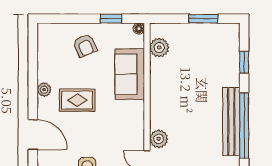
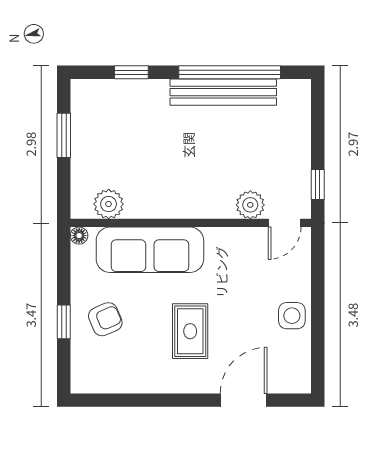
window: (111, 19) -> (64, 322), moved
sofa: (130, 74) -> (150, 250), width x1.36
plant: (44, 90) -> (174, 383), removed

